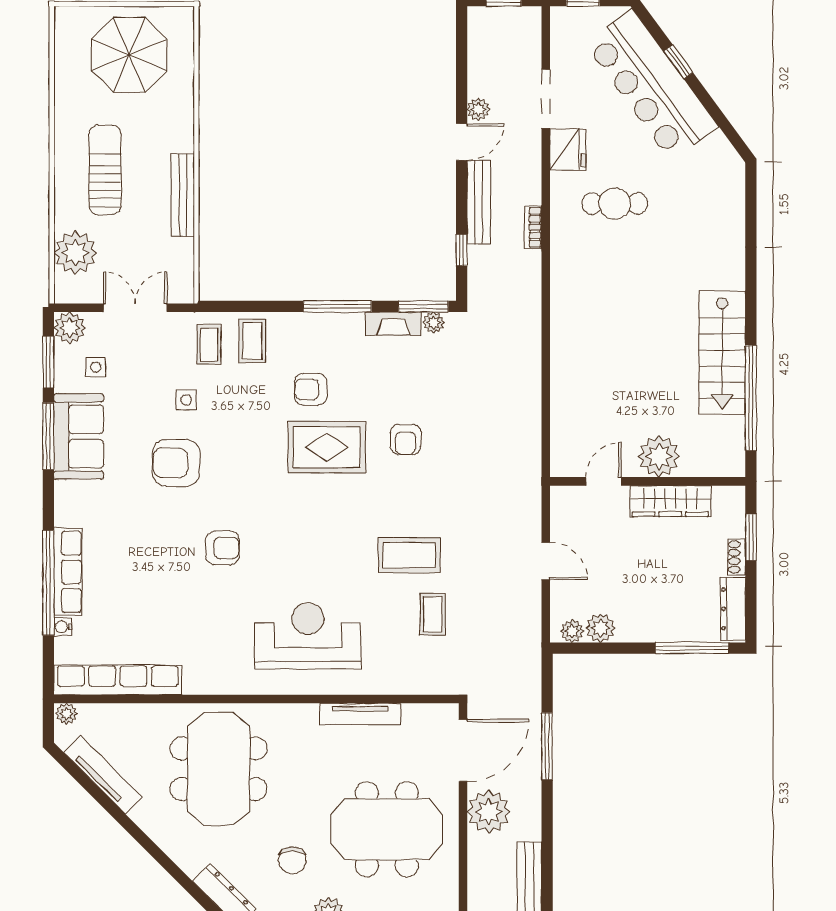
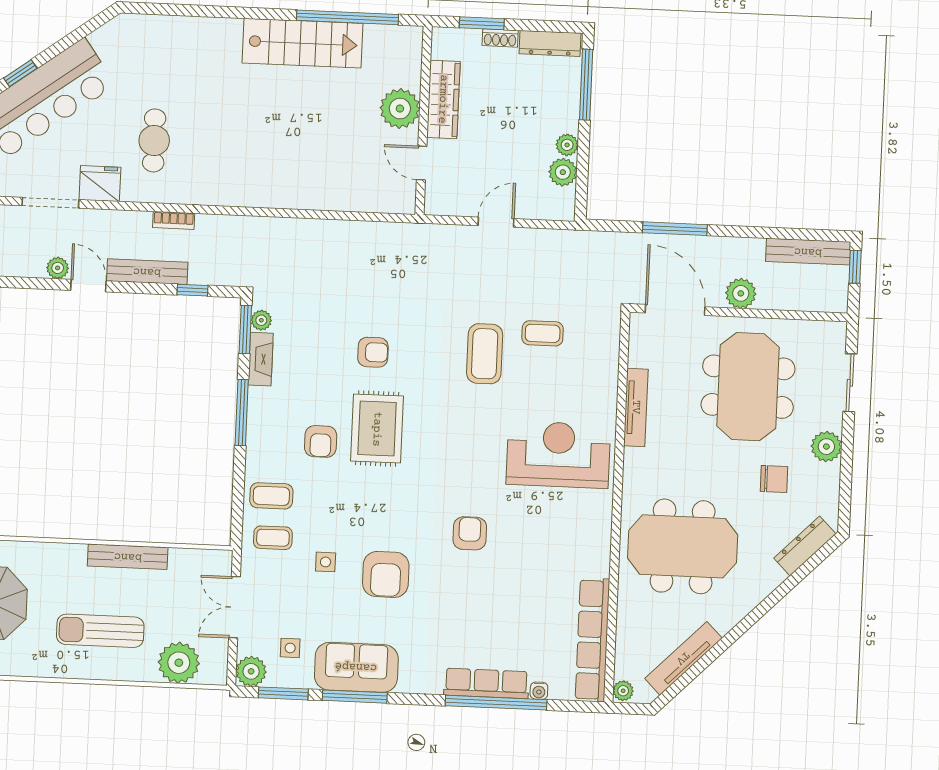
plant: (572, 631) -> (567, 145), moved
reception desk: (308, 636) -> (558, 455), turned 90
plant: (489, 812) -> (741, 293), width x0.73, depth x0.73

